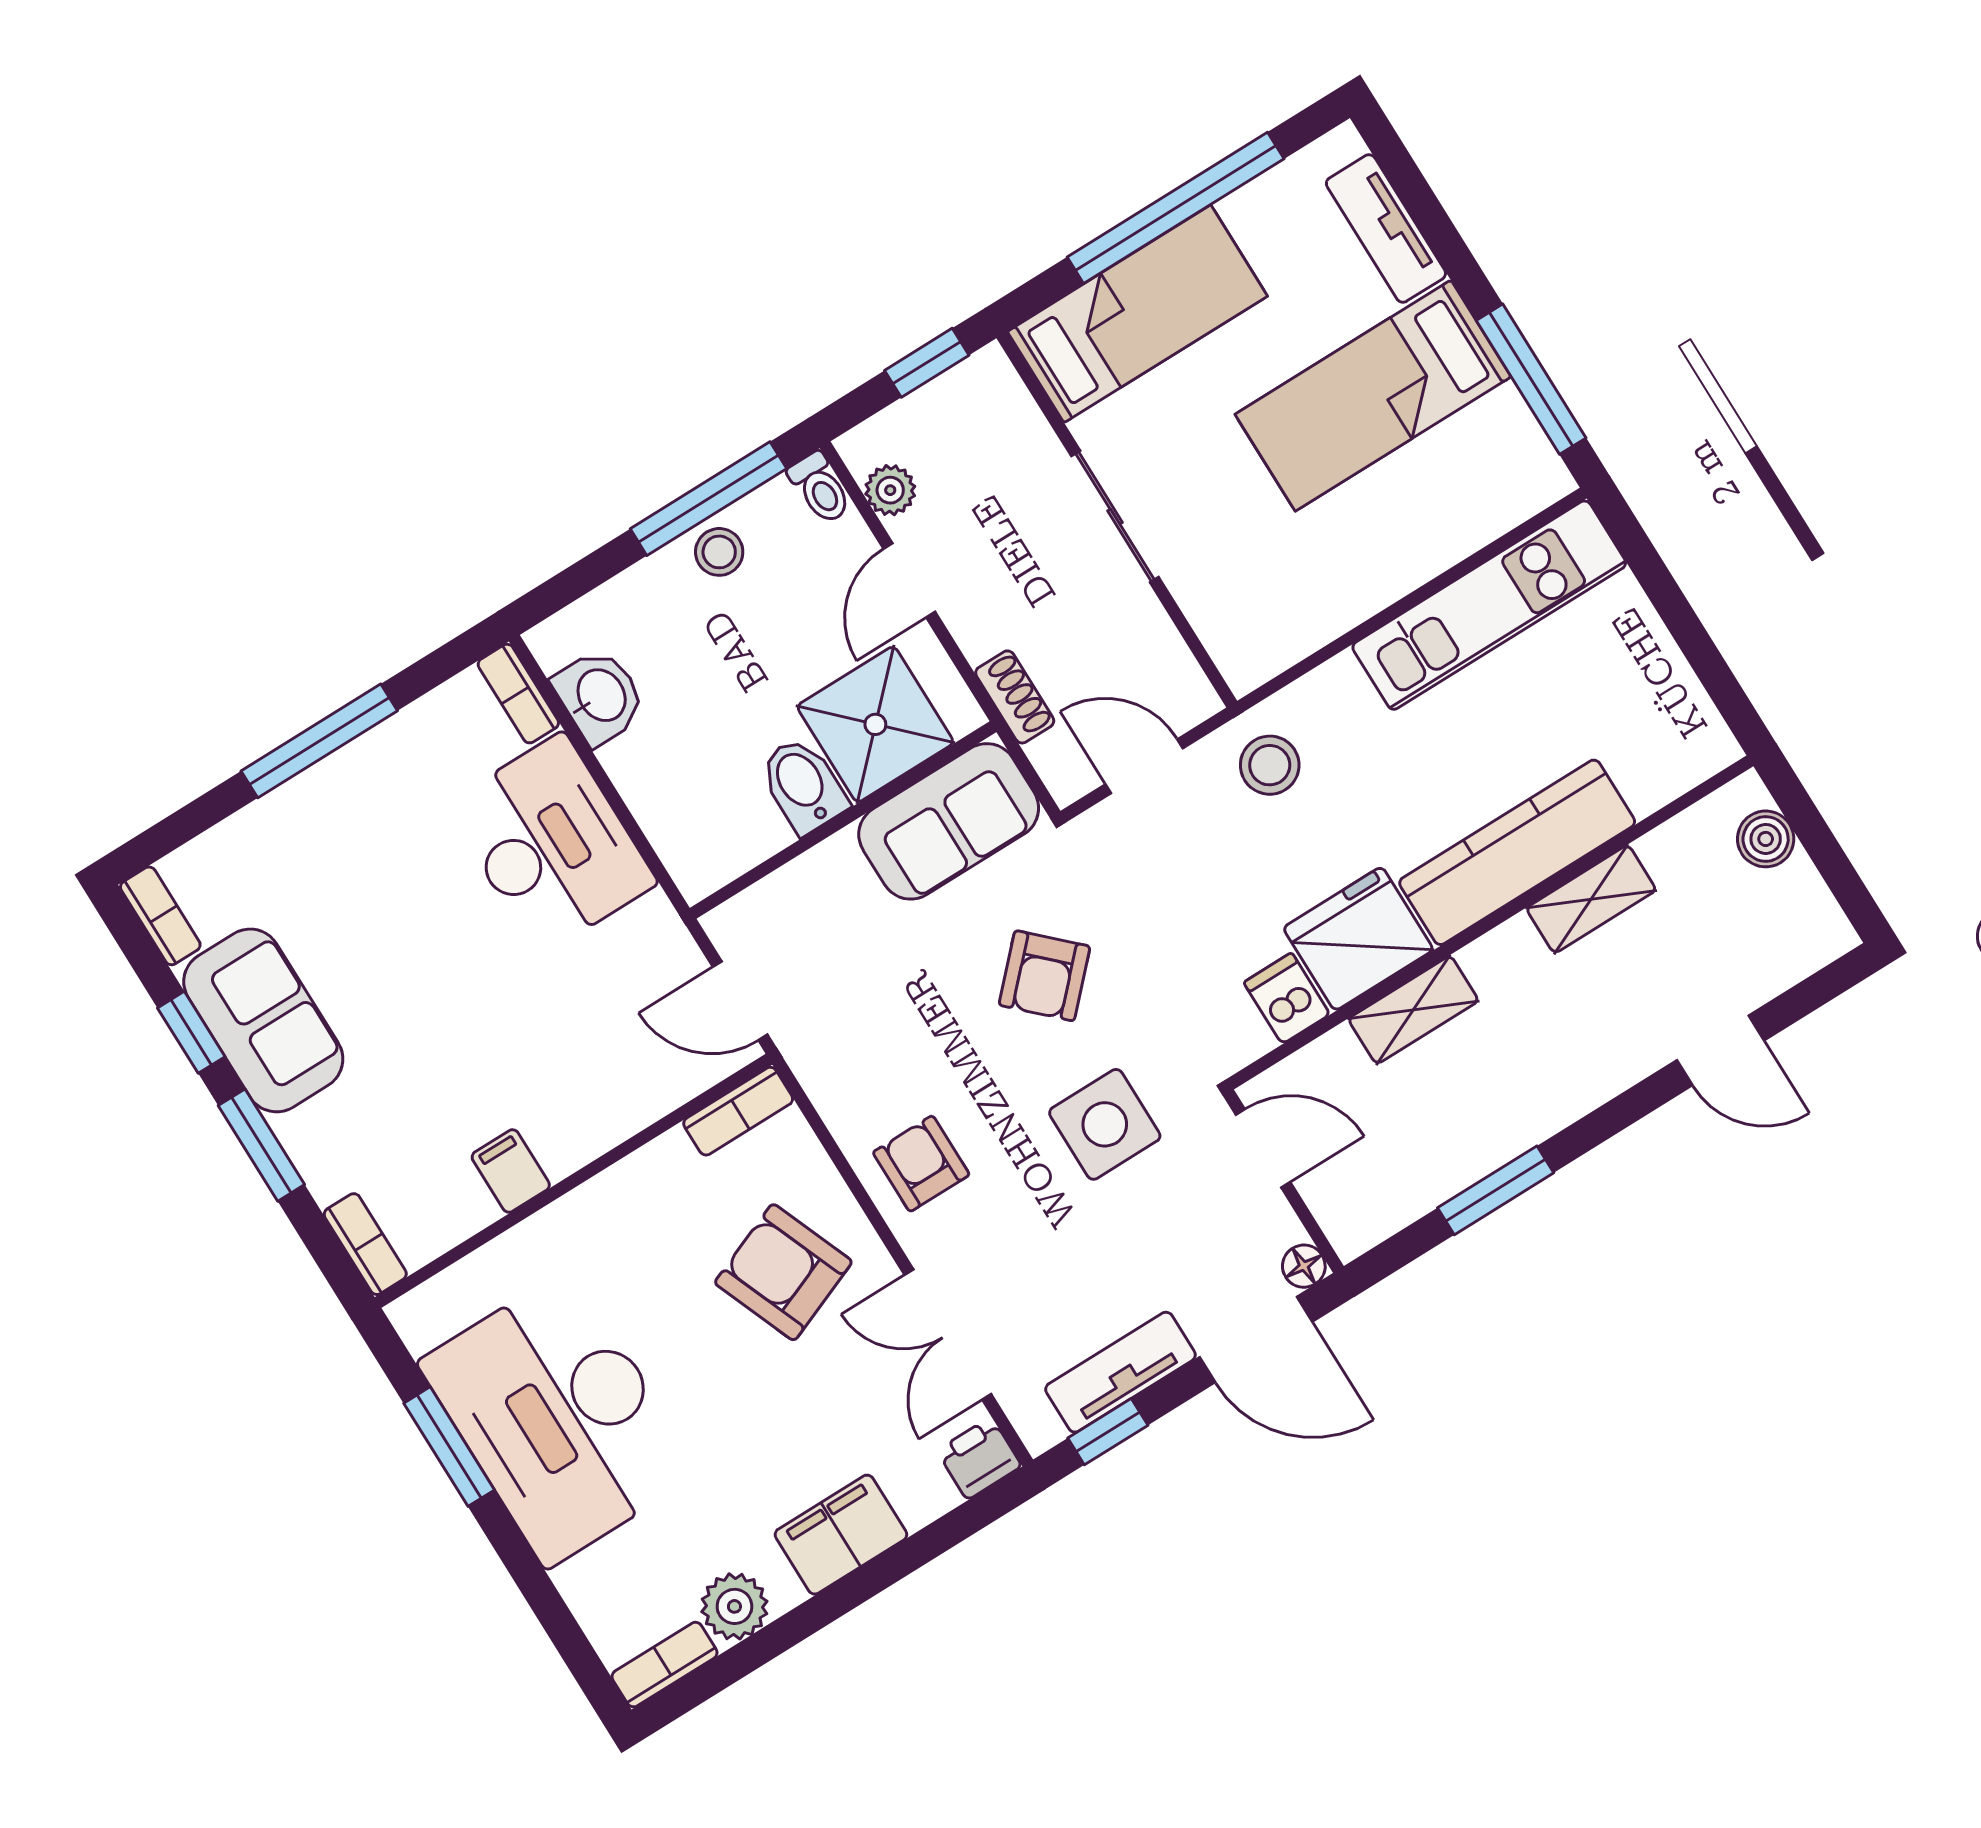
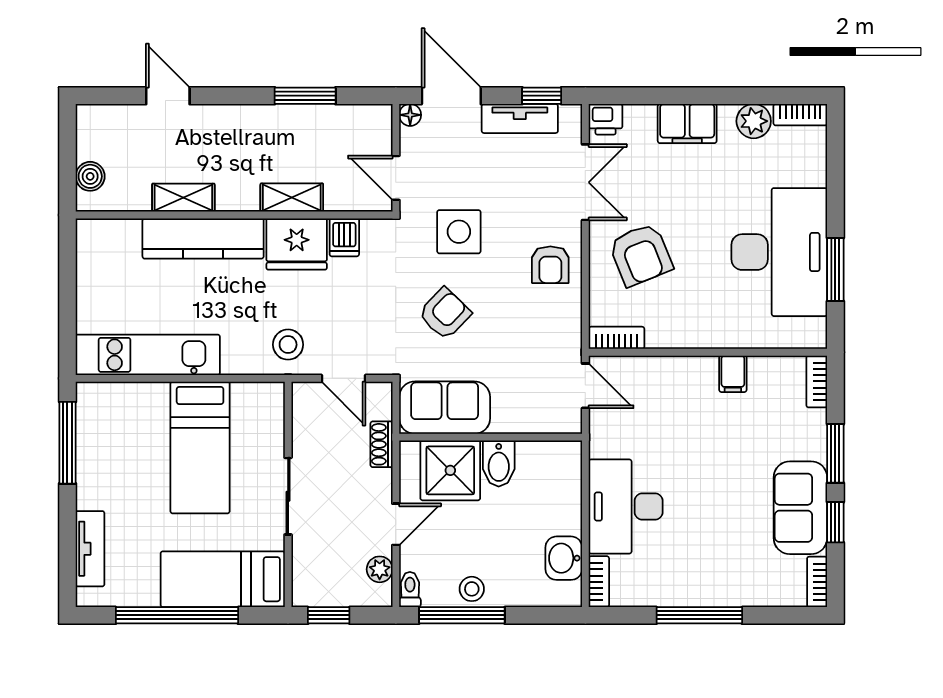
bed: (1373, 396) -> (200, 448), moved, turned 90

